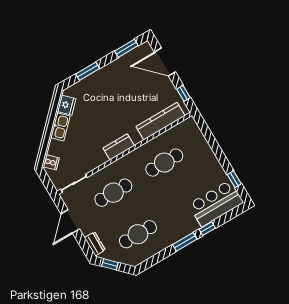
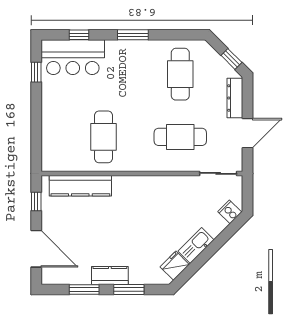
window: (126, 48) -> (84, 290), moved
kitchen counter: (119, 147) -> (110, 276), moved, turned 180
cafe table: (164, 163) -> (103, 137), turned 90
window: (207, 229) -> (79, 35), moved
cafe table: (138, 234) -> (180, 74), turned 90
dresser: (95, 244) -> (235, 98), width x1.44

